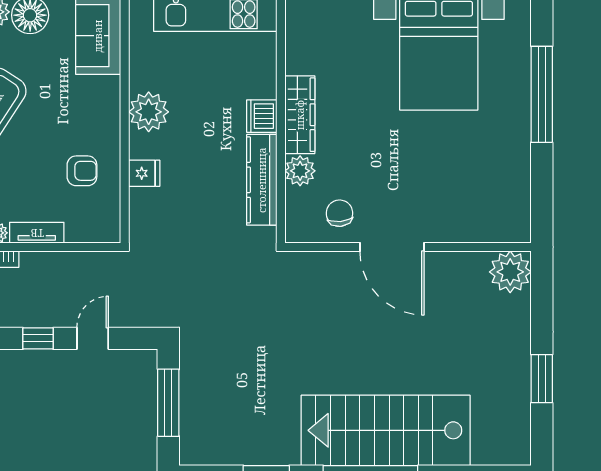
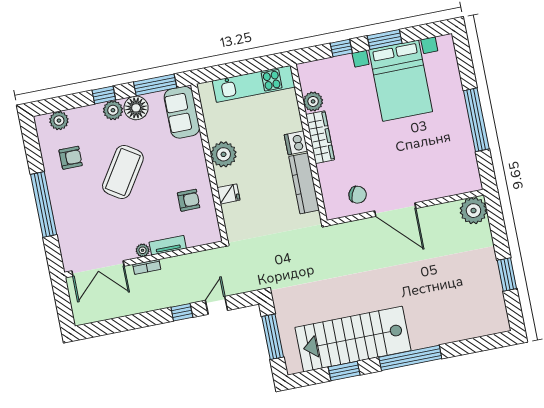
window: (542, 94) -> (476, 120), moved
plant: (300, 171) -> (313, 101), moved
chair: (339, 213) -> (358, 195), turned 119
stairs: (386, 430) -> (353, 339), moved

